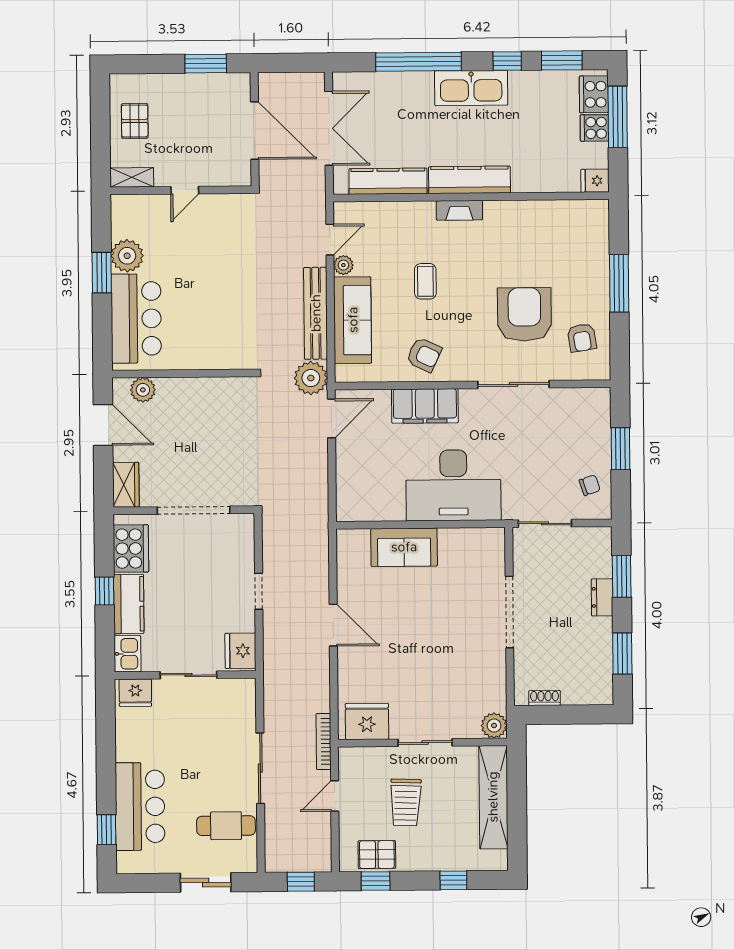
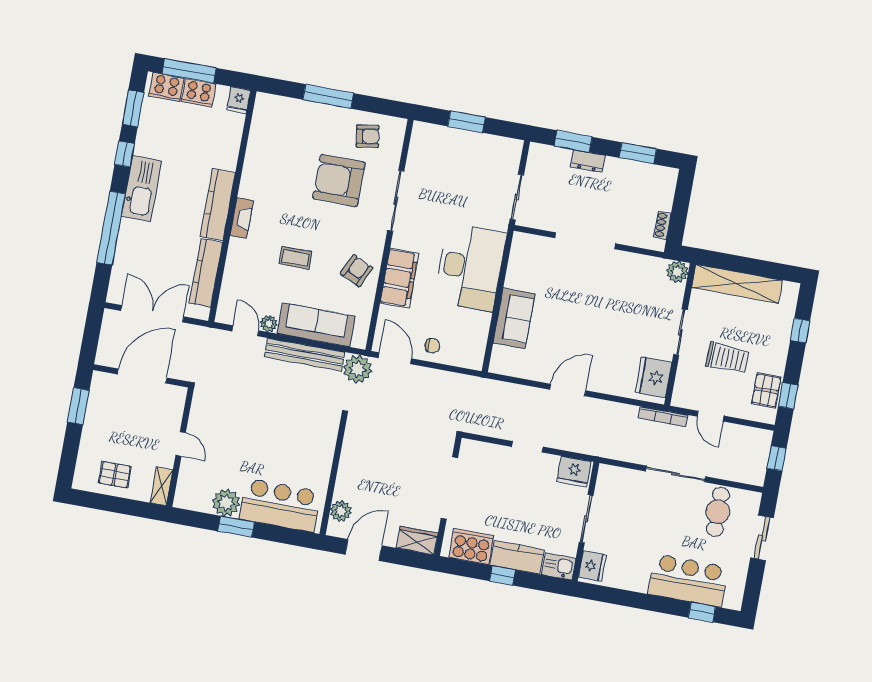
cooker: (594, 128) -> (199, 93), width x1.36
chair: (590, 485) -> (432, 346), moved, turned 108

